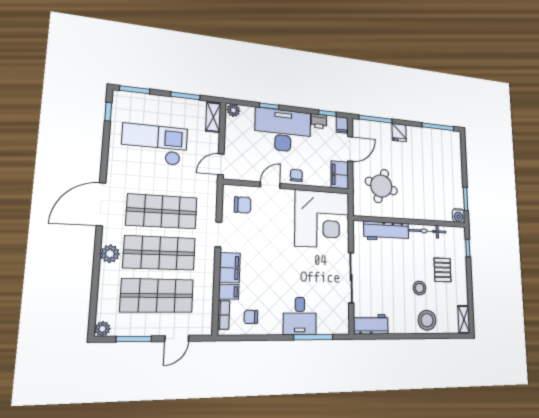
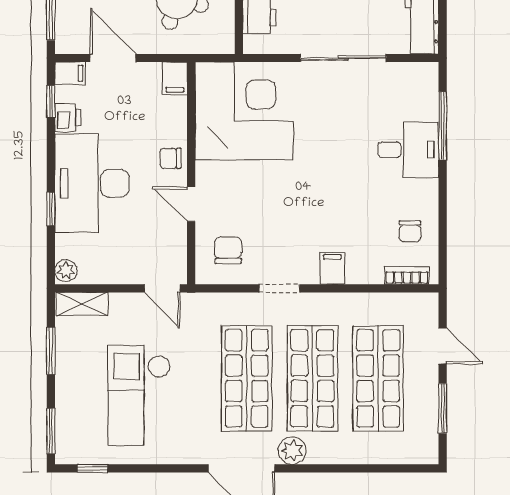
filing cabinet: (340, 175) -> (175, 78), width x0.50
plant: (110, 254) -> (292, 451), moved
filing cabinet: (230, 268) -> (332, 268), width x0.50
filing cabinet: (229, 292) -> (371, 268), removed
plant: (102, 329) -> (428, 453), removed

